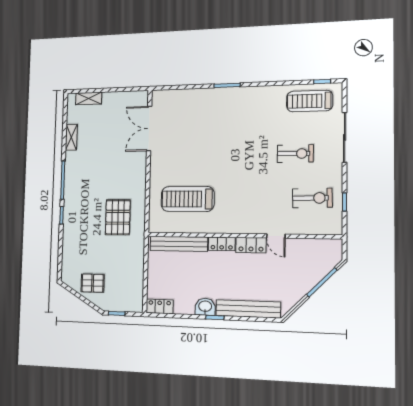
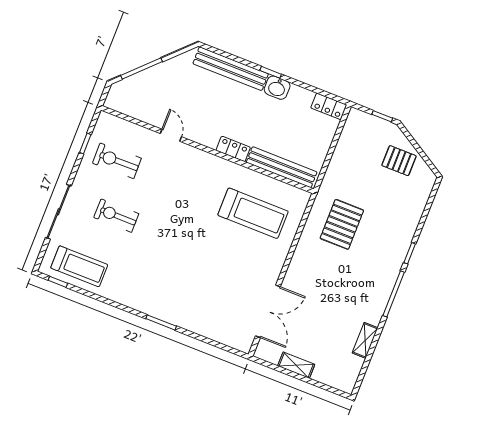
shelving: (89, 98) -> (296, 365), moved
locker: (251, 245) -> (202, 136), removed

